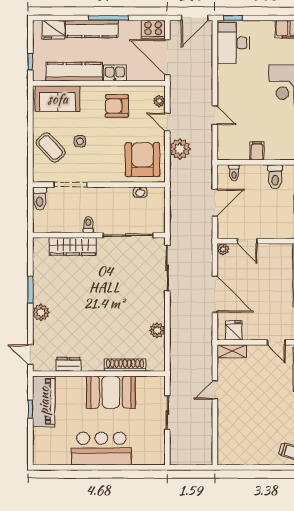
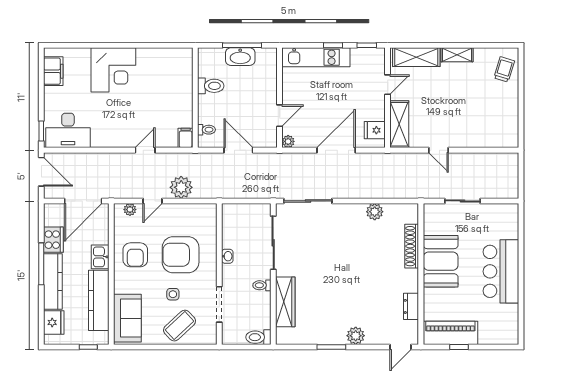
cooker: (153, 29) -> (53, 240), moved
filing cabinet: (257, 151) -> (186, 138), moved, turned 90
armchair: (142, 160) -> (181, 255), moved
washbasin: (140, 192) -> (227, 256), moved
toilet: (40, 198) -> (258, 337), moved, turned 180
shelving: (232, 351) -> (399, 124), width x1.50, depth x1.33

